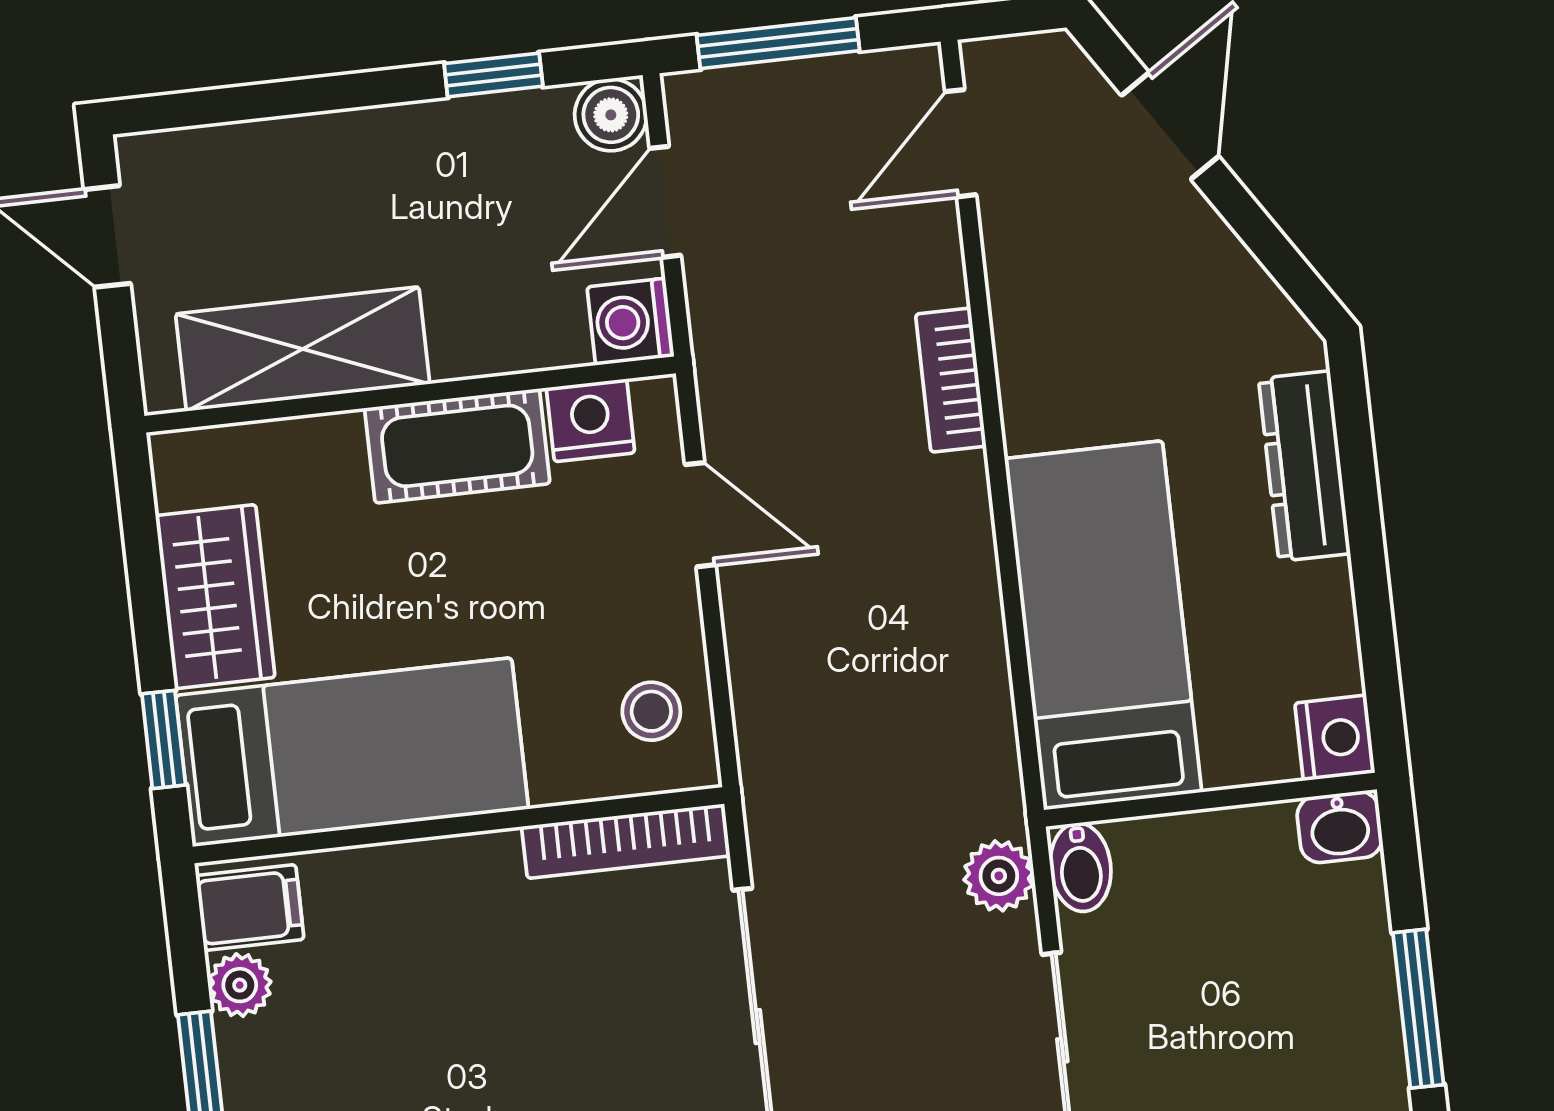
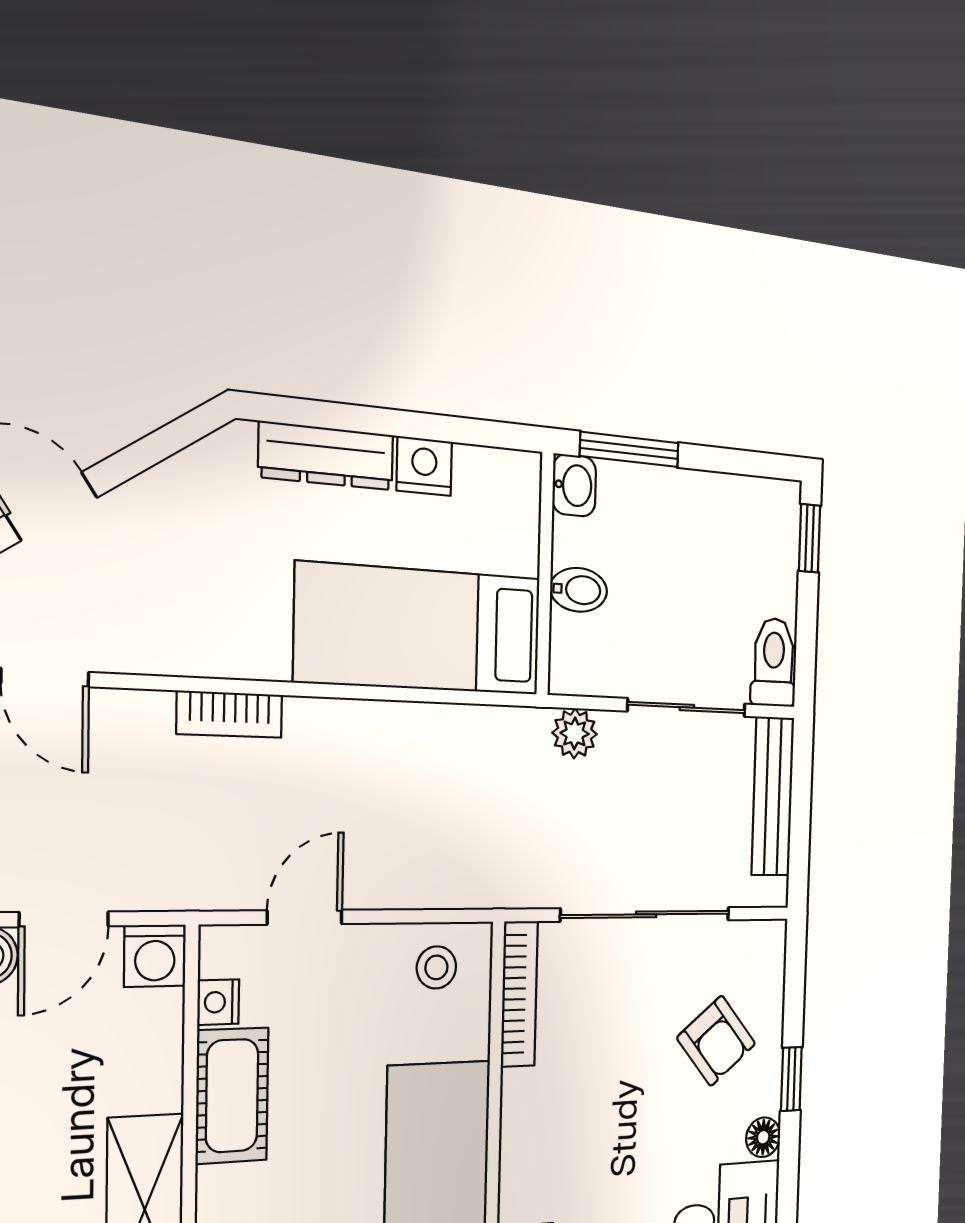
door: (665, 202) -> (64, 919), hinge flipped
nightstand: (591, 420) -> (218, 1002), width x0.72, depth x0.74
nightstand: (1335, 738) -> (424, 466), moved
bidet: (1081, 867) -> (579, 590), moved
window: (1418, 1009) -> (629, 450), moved

